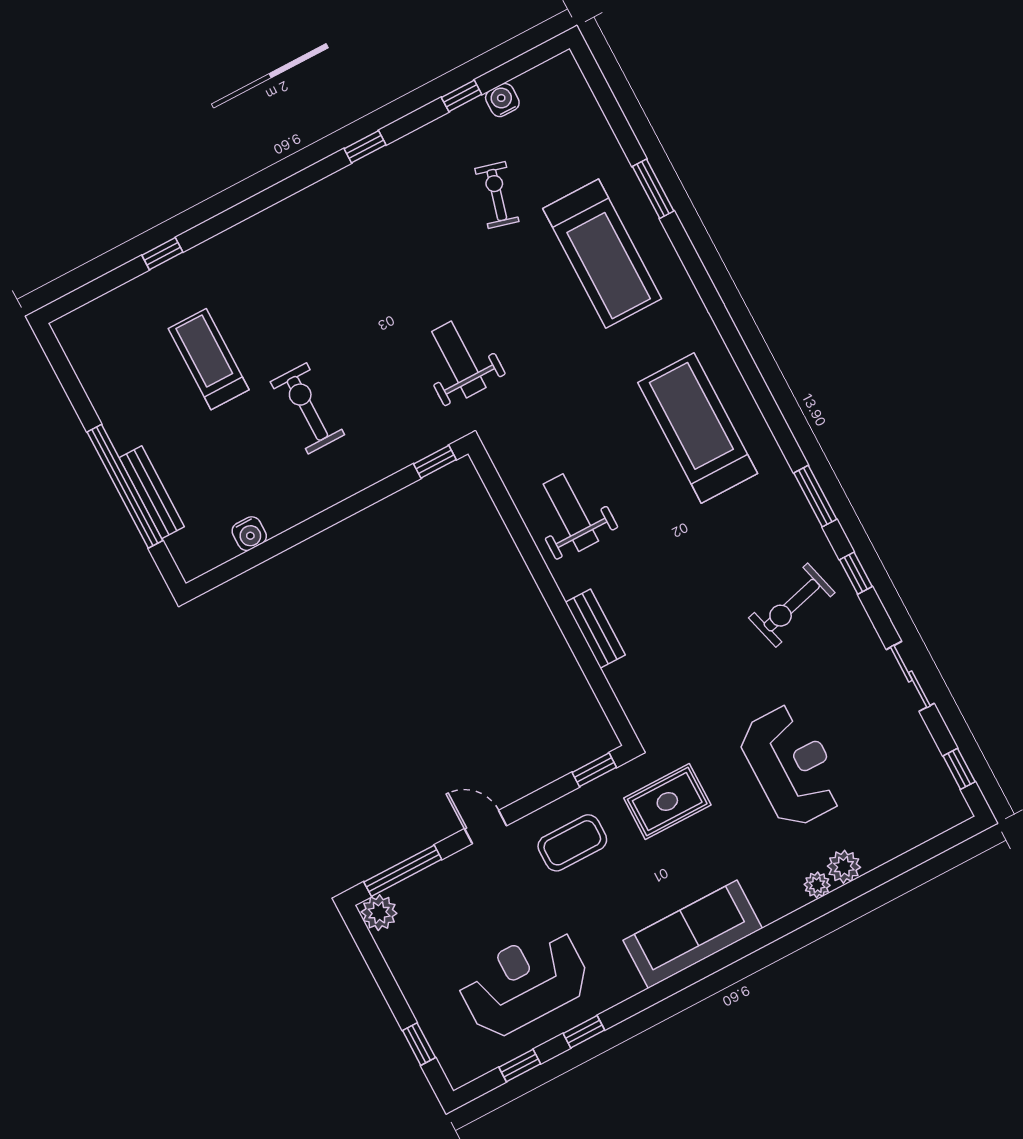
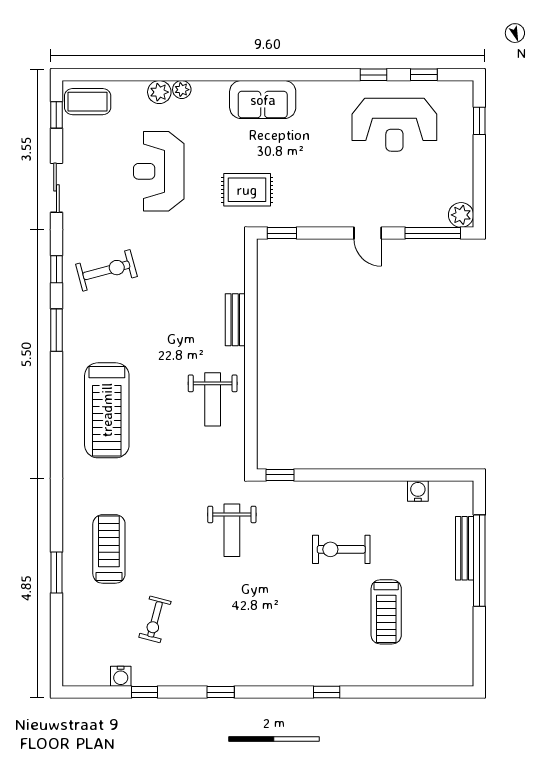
window: (162, 254) -> (327, 692), moved
treadmill: (602, 254) -> (109, 549), width x0.73, depth x0.73
exercise bike: (307, 408) -> (341, 549), turned 90
coffee table: (572, 843) -> (88, 102), moved
sofa: (693, 934) -> (263, 100), width x0.73

